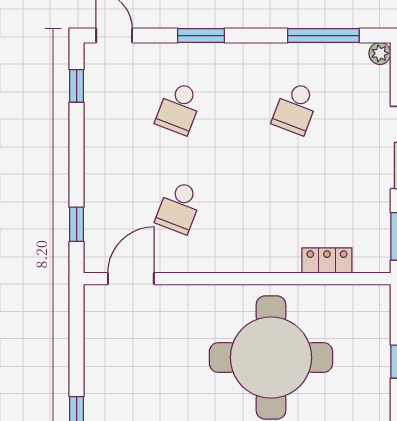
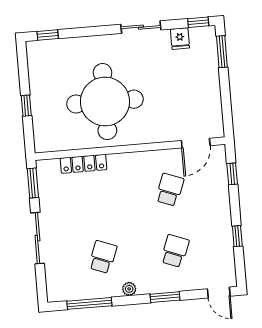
plant: (380, 53) -> (129, 289), moved
window: (77, 86) -> (237, 236), moved
locker: (327, 260) -> (84, 164), width x1.53

